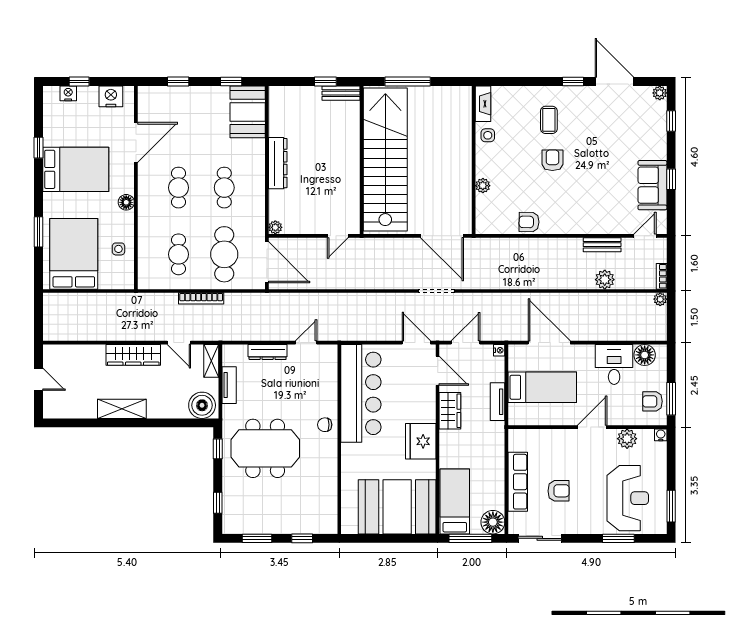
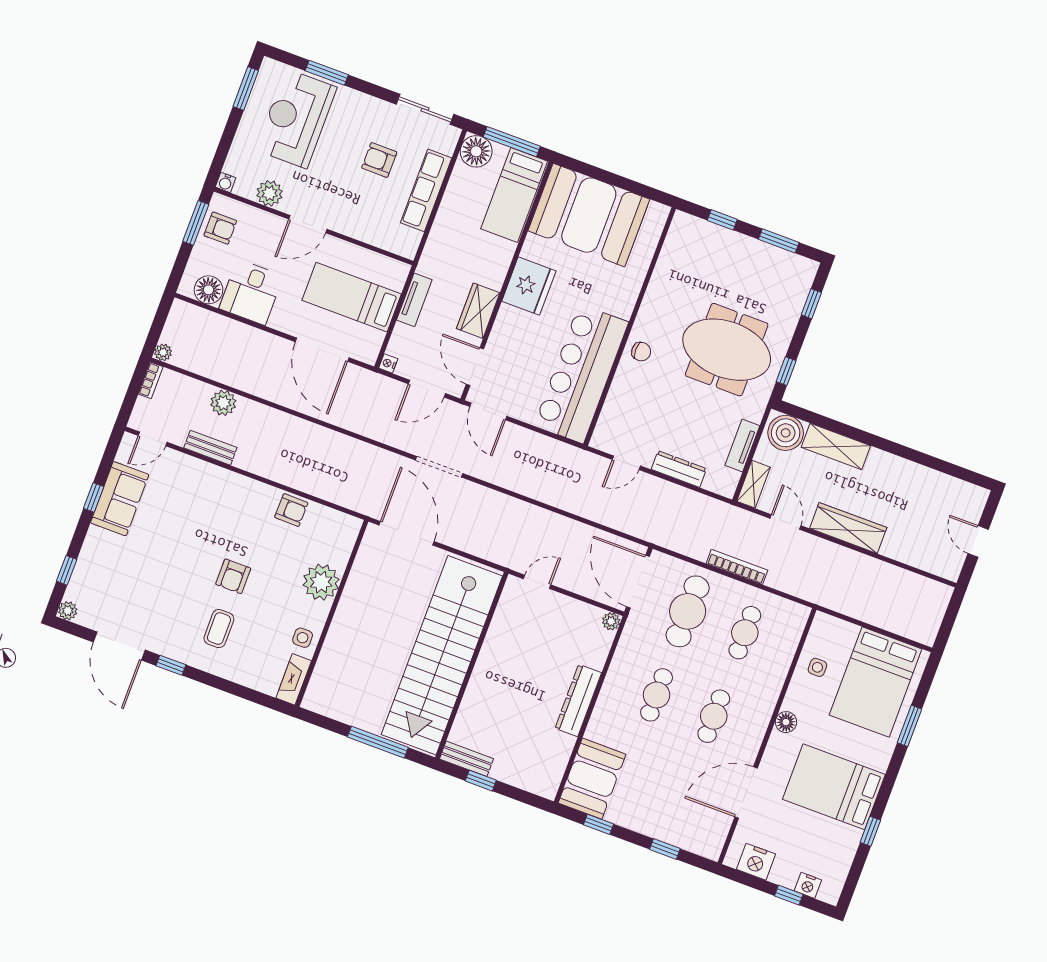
plant: (483, 186) -> (321, 582), width x1.88, depth x1.88
shelving: (122, 409) -> (836, 446), moved

